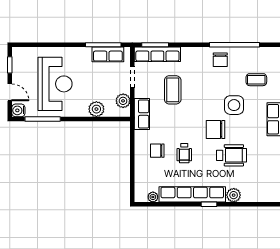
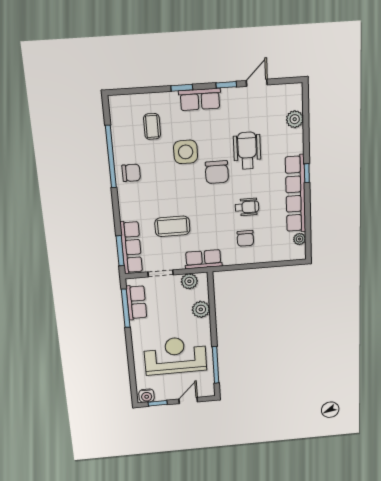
water cooler: (18, 110) -> (147, 396), moved
plant: (234, 195) -> (295, 119), moved

